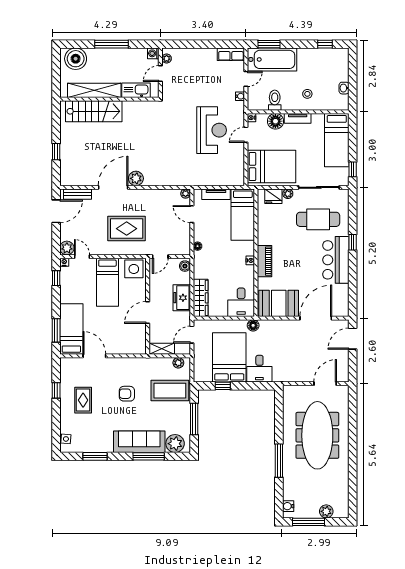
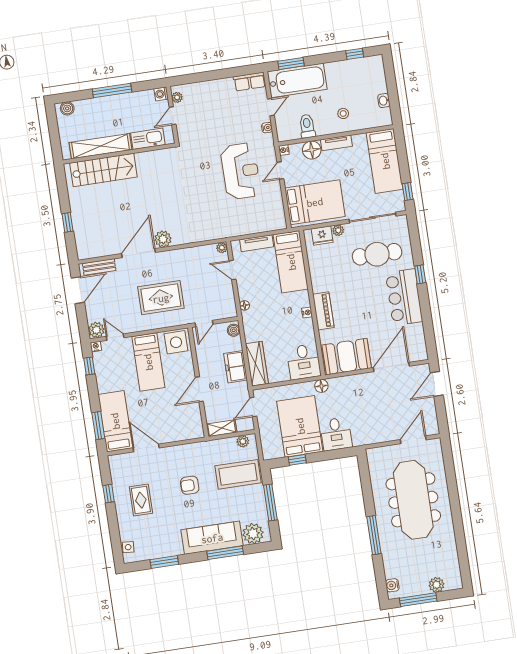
boiler: (76, 59) -> (67, 108), width x0.54, depth x0.54

